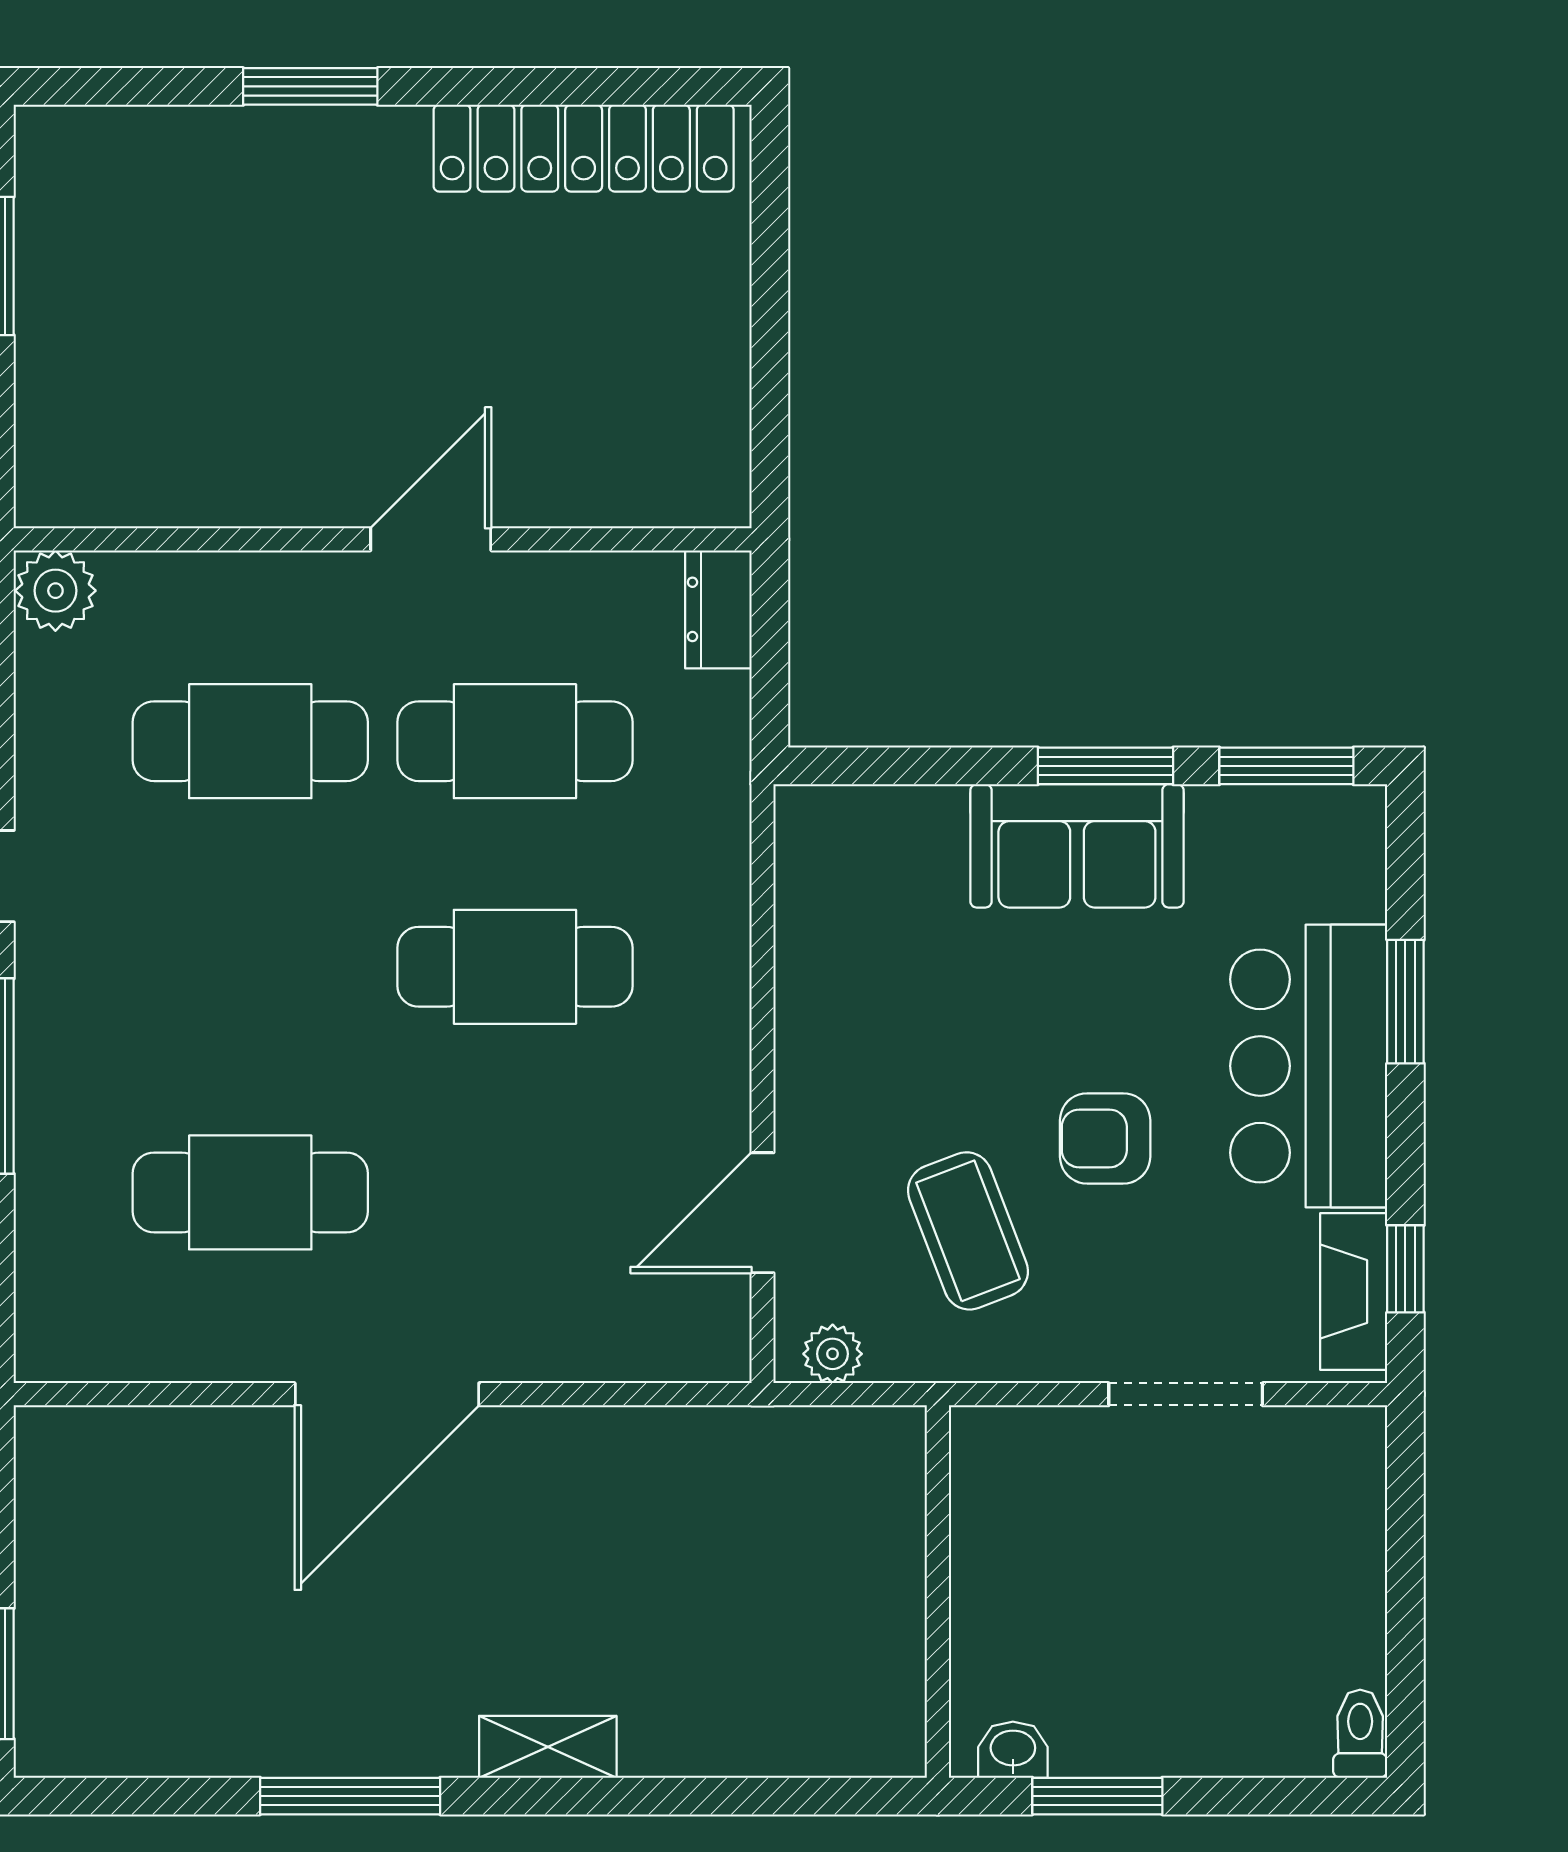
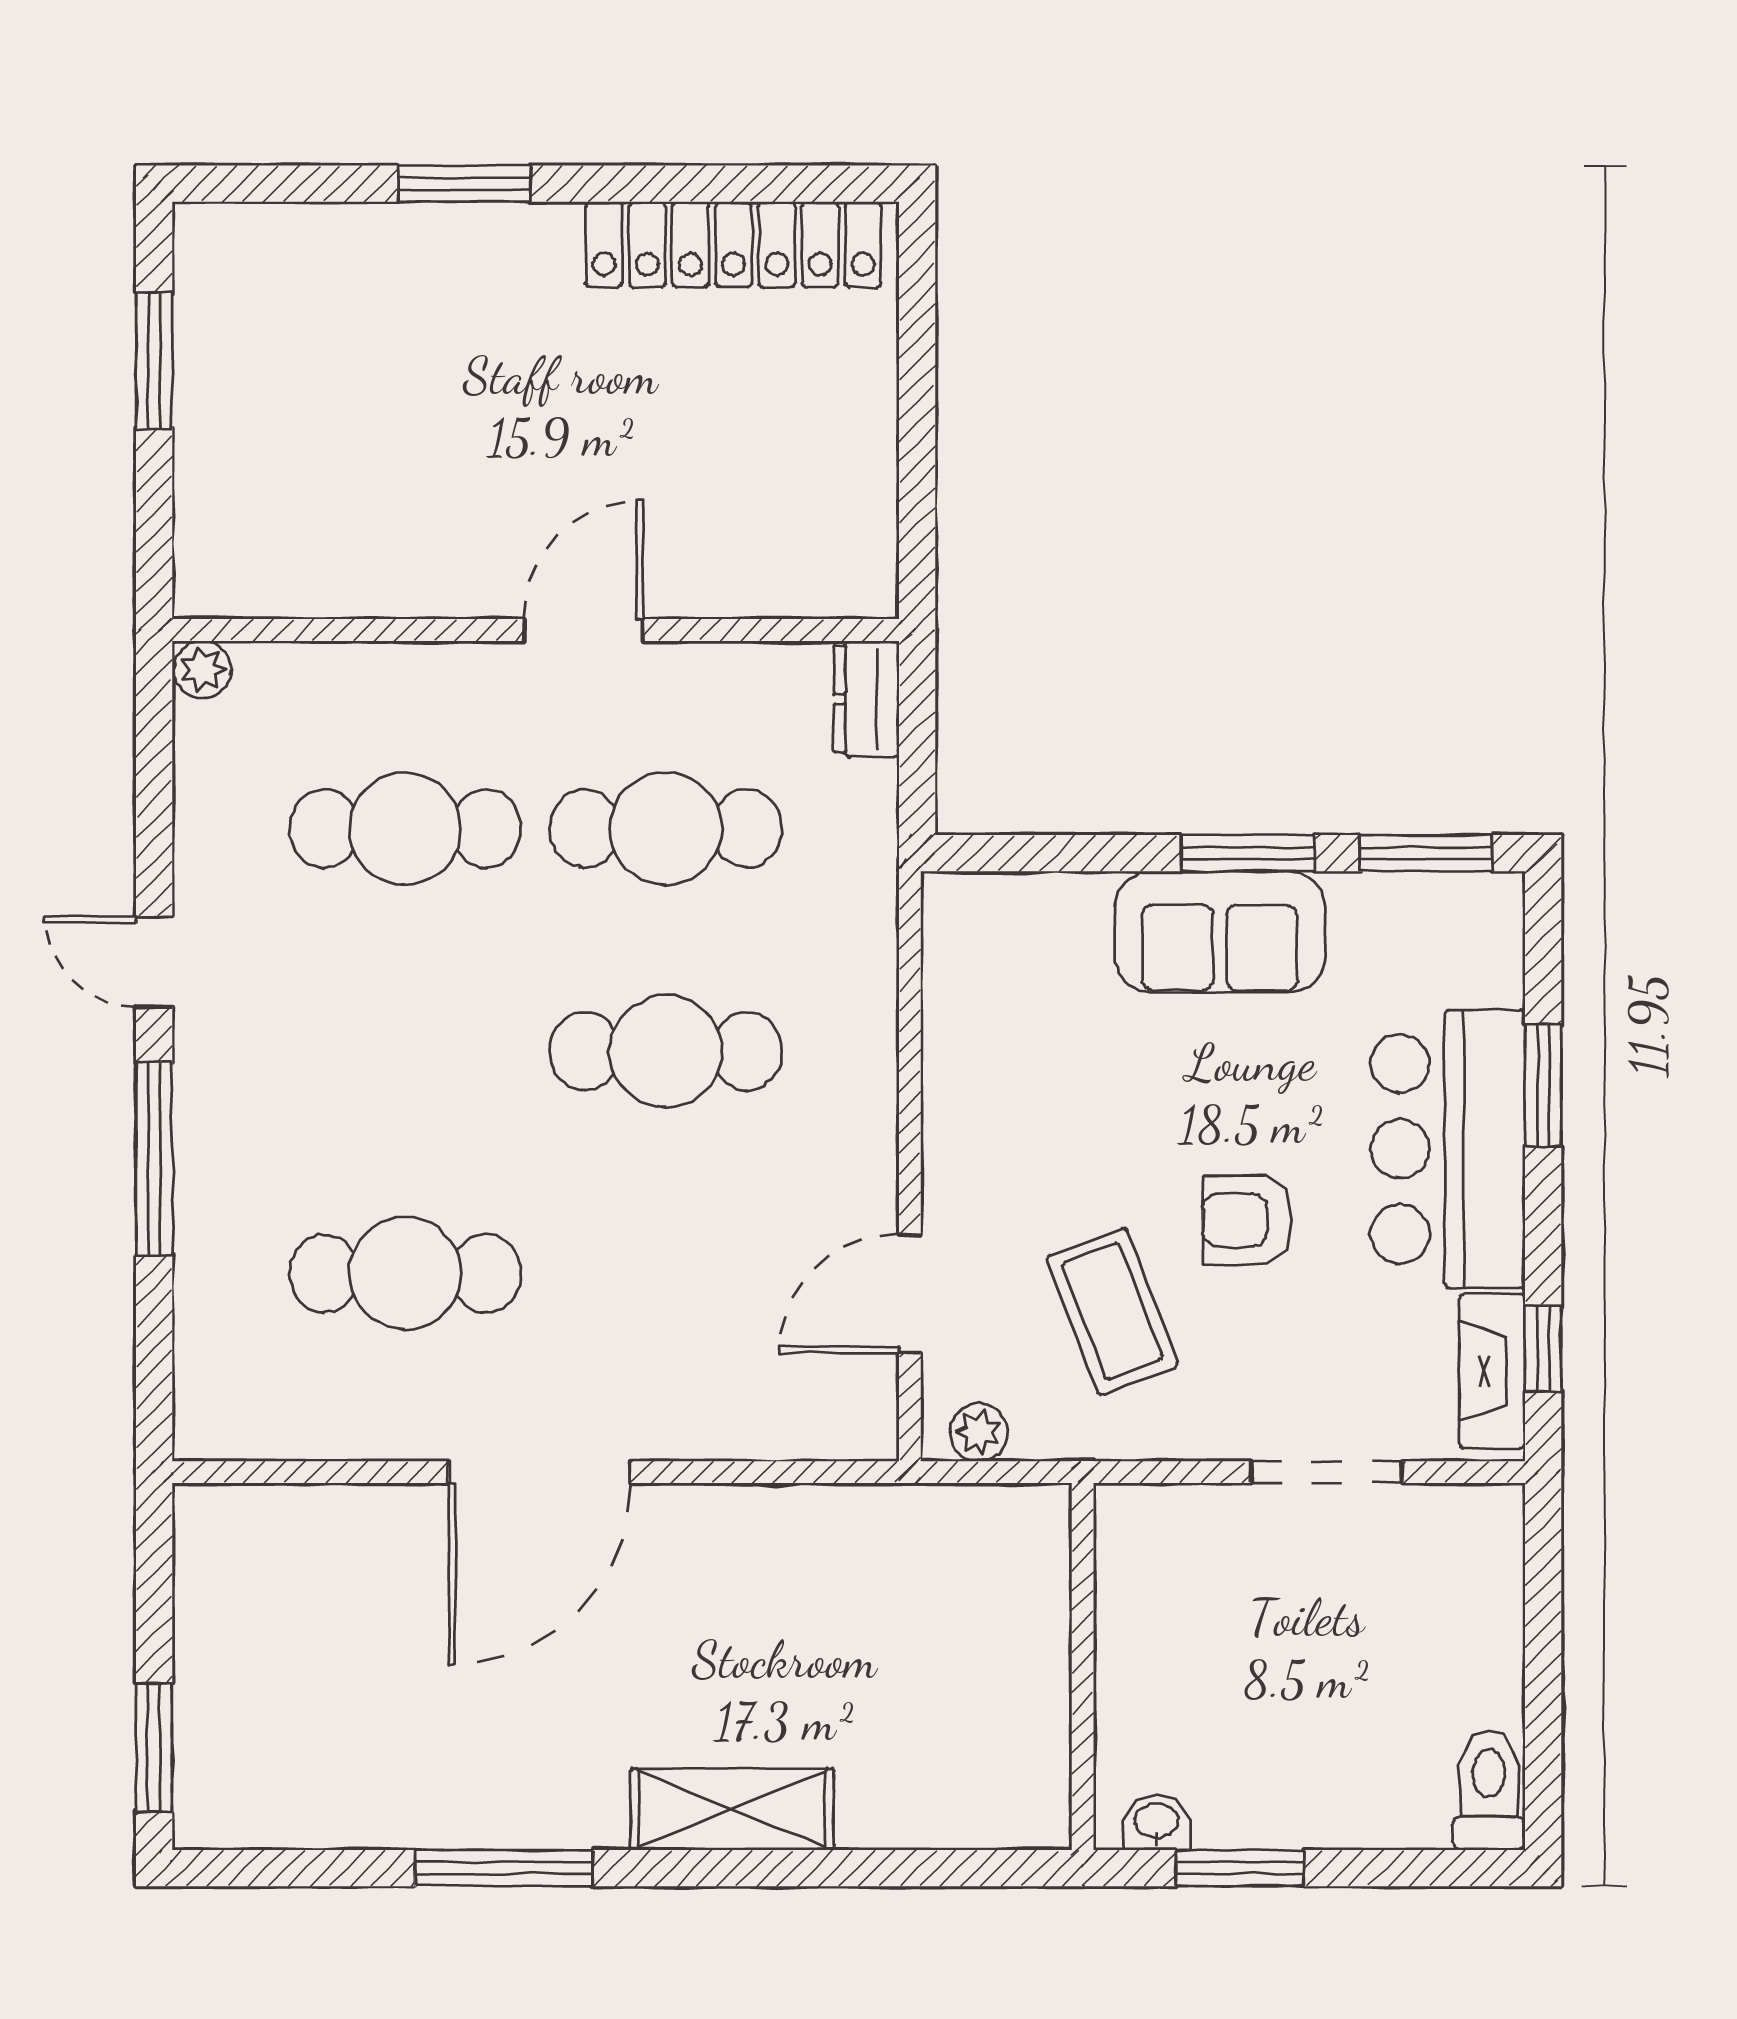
plant: (55, 591) -> (202, 670), width x0.73, depth x0.73
toilet: (1360, 1734) -> (1489, 1790), width x1.37, depth x1.39
shelving: (548, 1747) -> (732, 1809), width x1.50, depth x1.33

